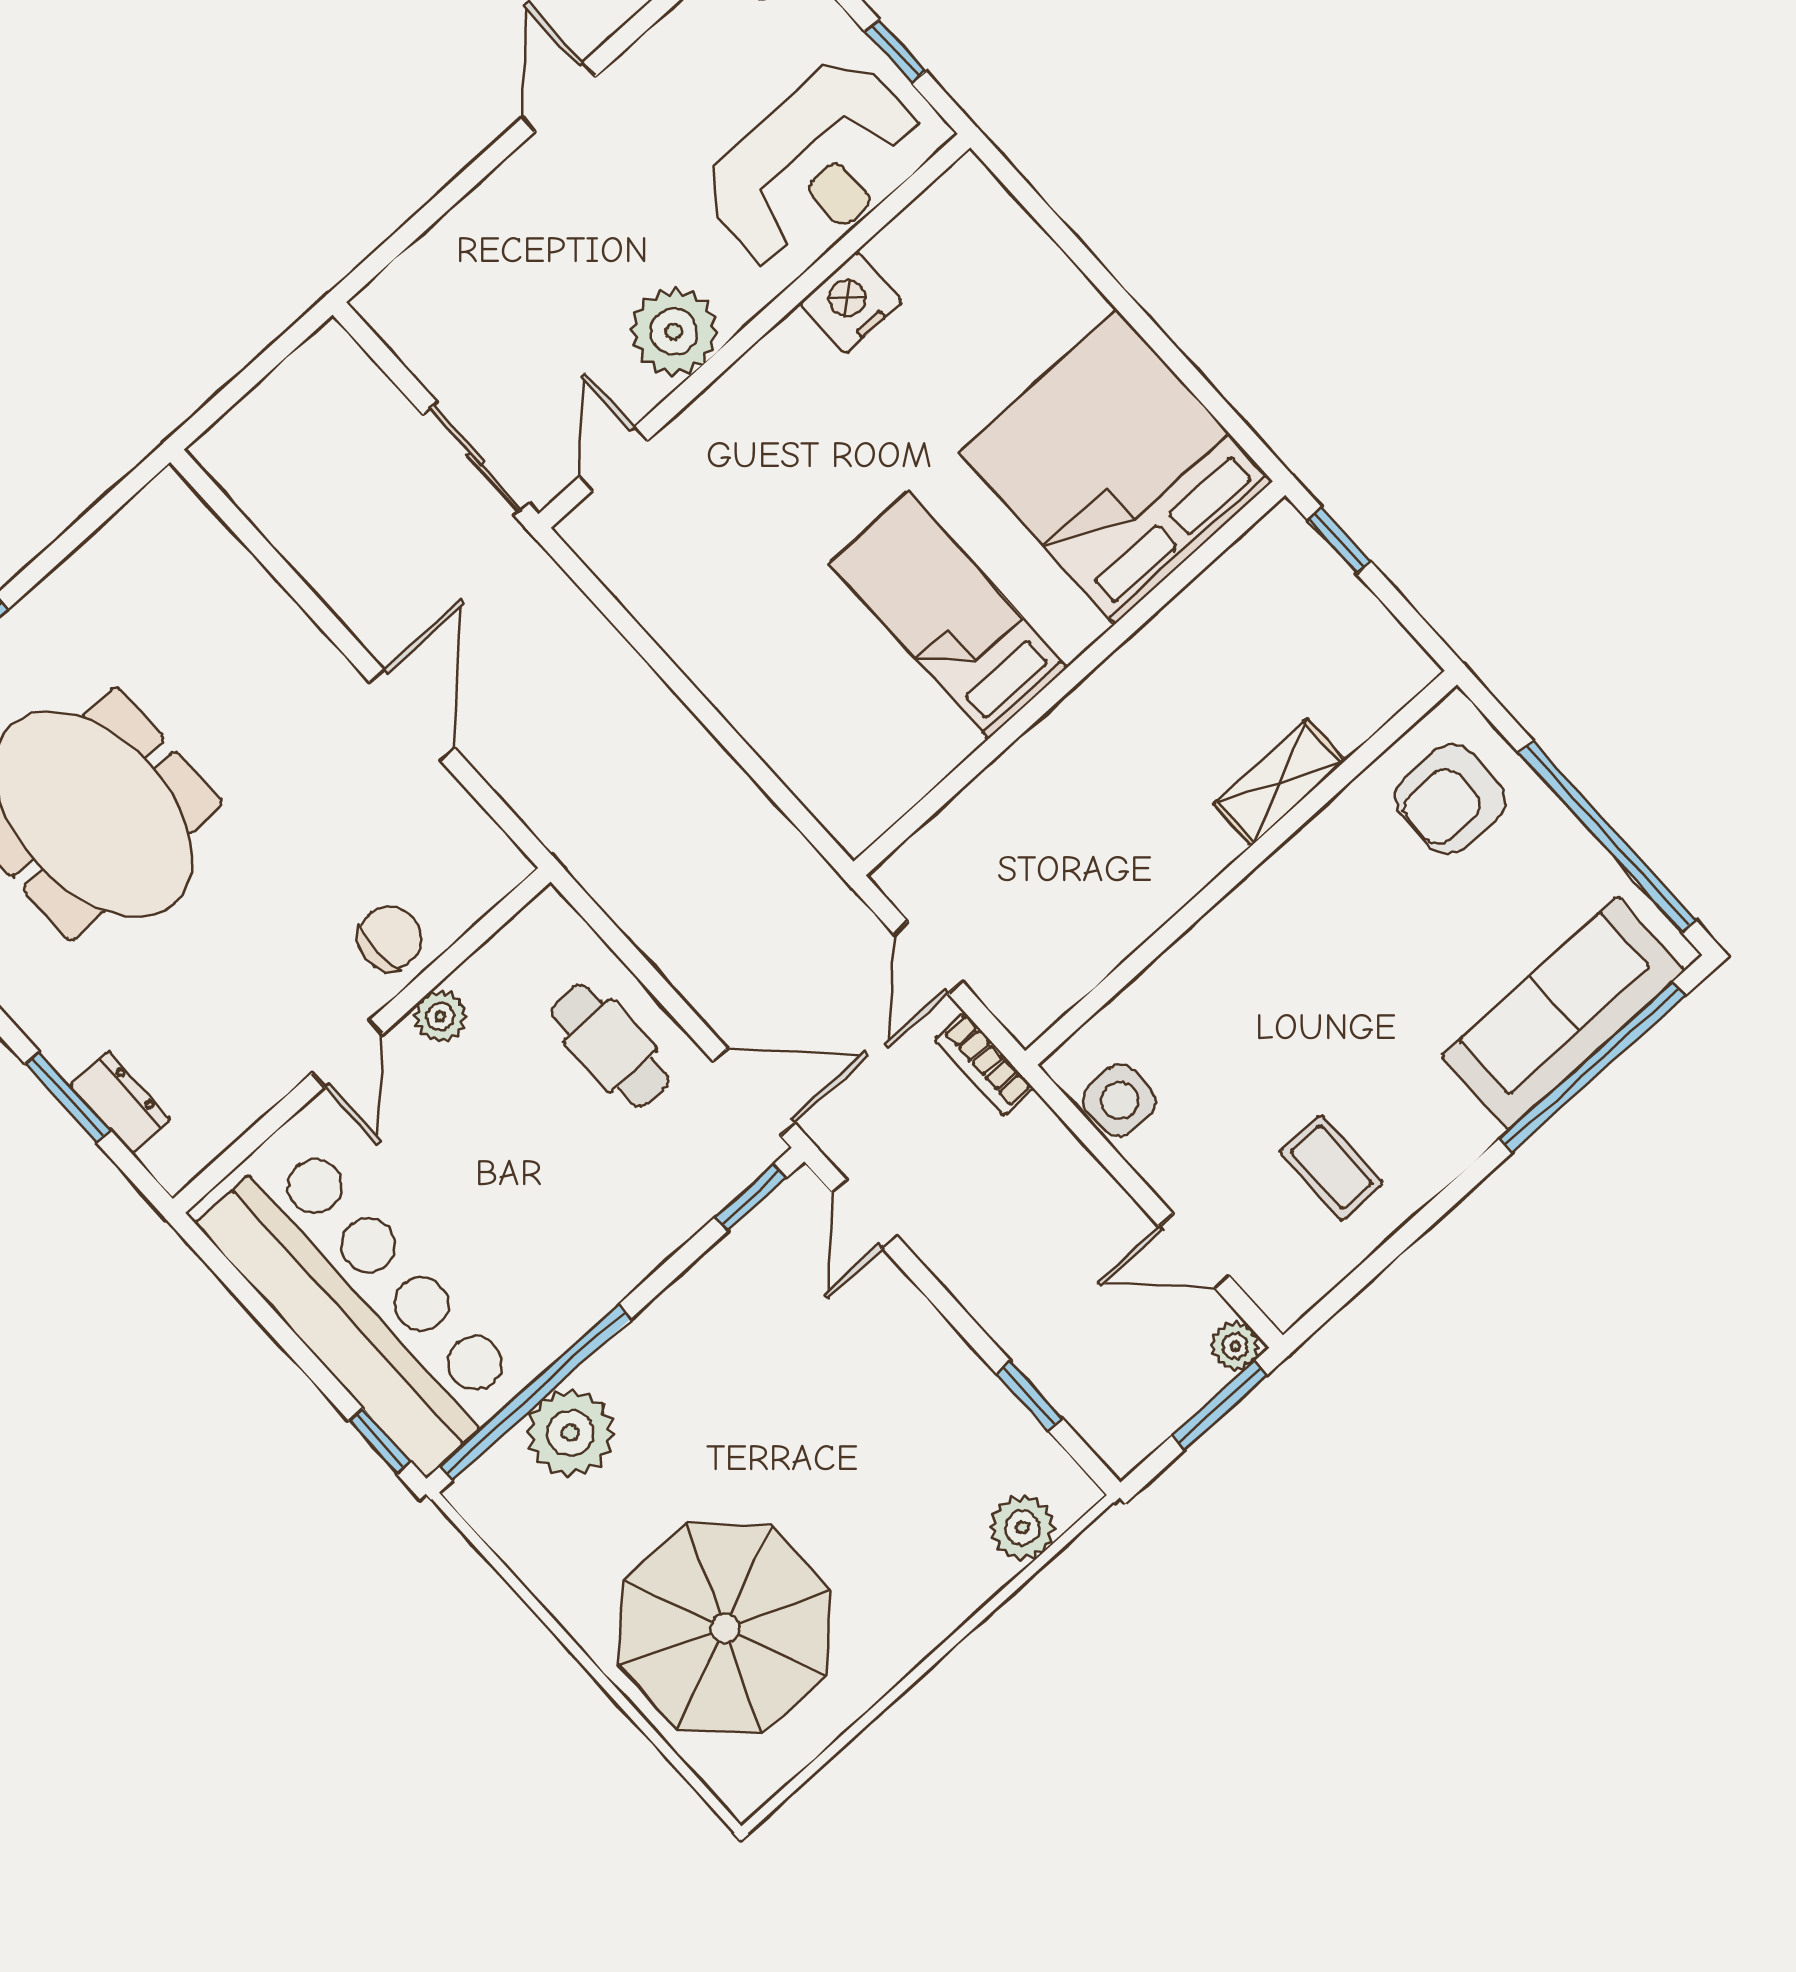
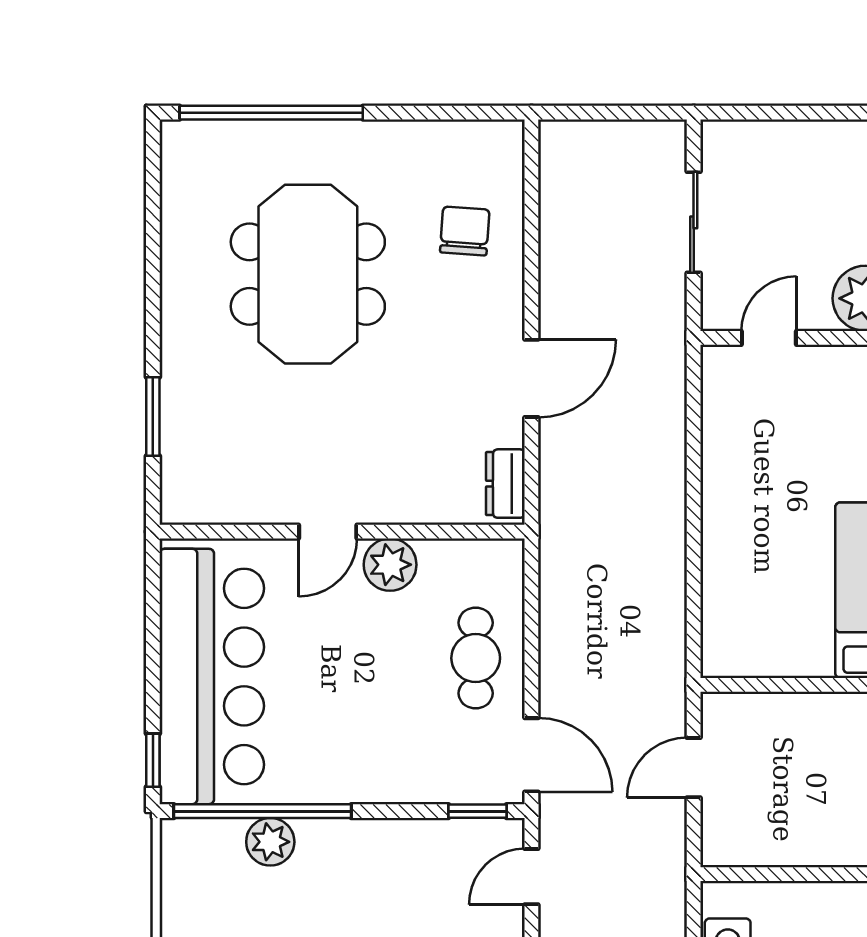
sliding door: (476, 459) -> (694, 222), moved
chair: (390, 938) -> (465, 231), moved, turned -86
plant: (440, 1016) -> (390, 565), width x1.38, depth x1.38
bookcase: (984, 1064) -> (672, 854), removed
dresser: (120, 1102) -> (505, 484), moved, turned 180
plant: (570, 1433) -> (270, 842), width x0.73, depth x0.73

